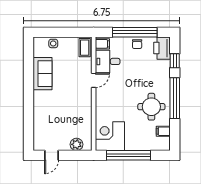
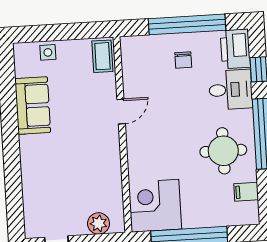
filing cabinet: (102, 44) -> (132, 48), removed
chair: (137, 44) -> (183, 60), moved
desk: (108, 61) -> (231, 90), moved, turned 180

